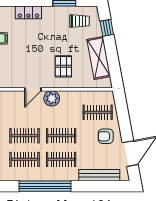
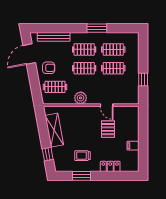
trolley: (79, 21) -> (83, 156), moved
pallet: (63, 66) -> (108, 129), moved
door: (33, 89) -> (107, 105), swing flipped
plant: (52, 98) -> (81, 98), moved
window: (45, 186) -> (97, 28), width x0.47

